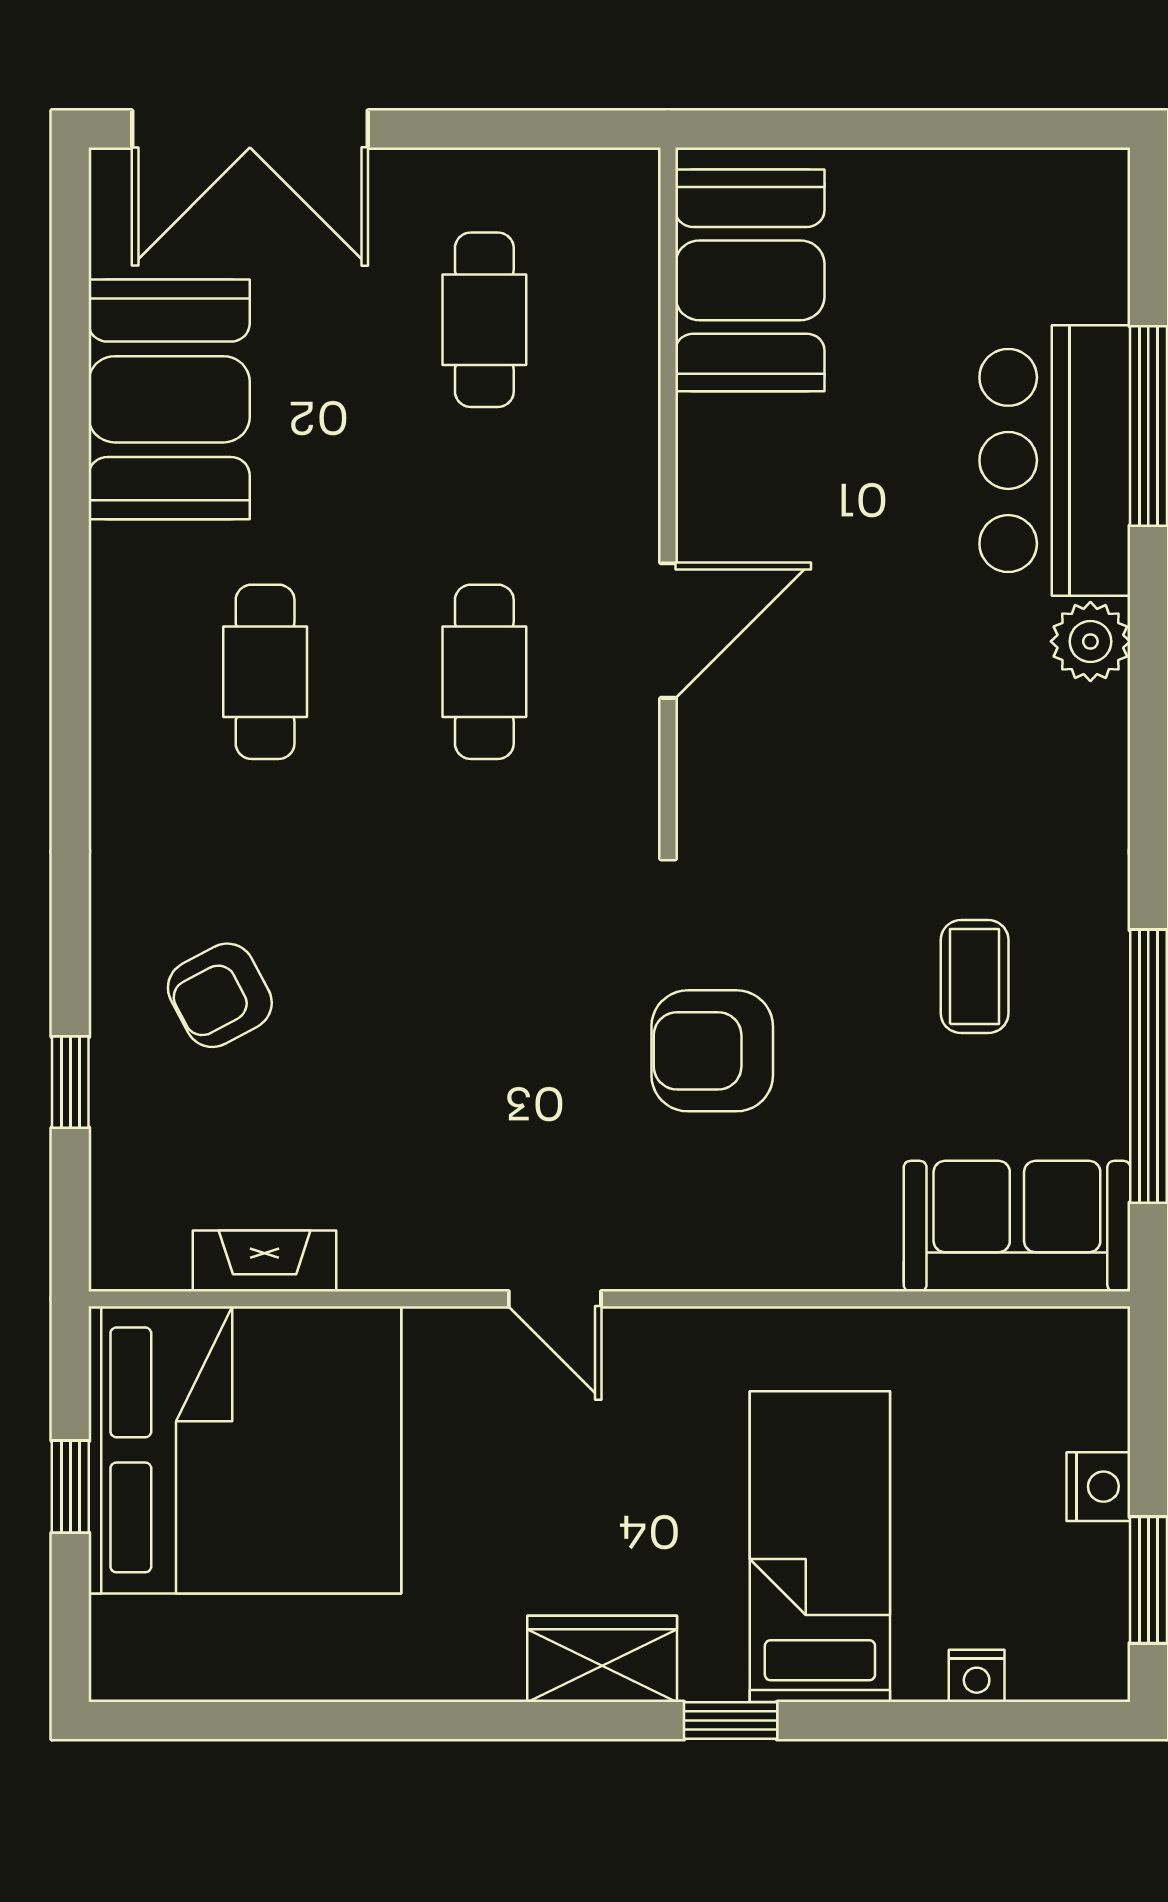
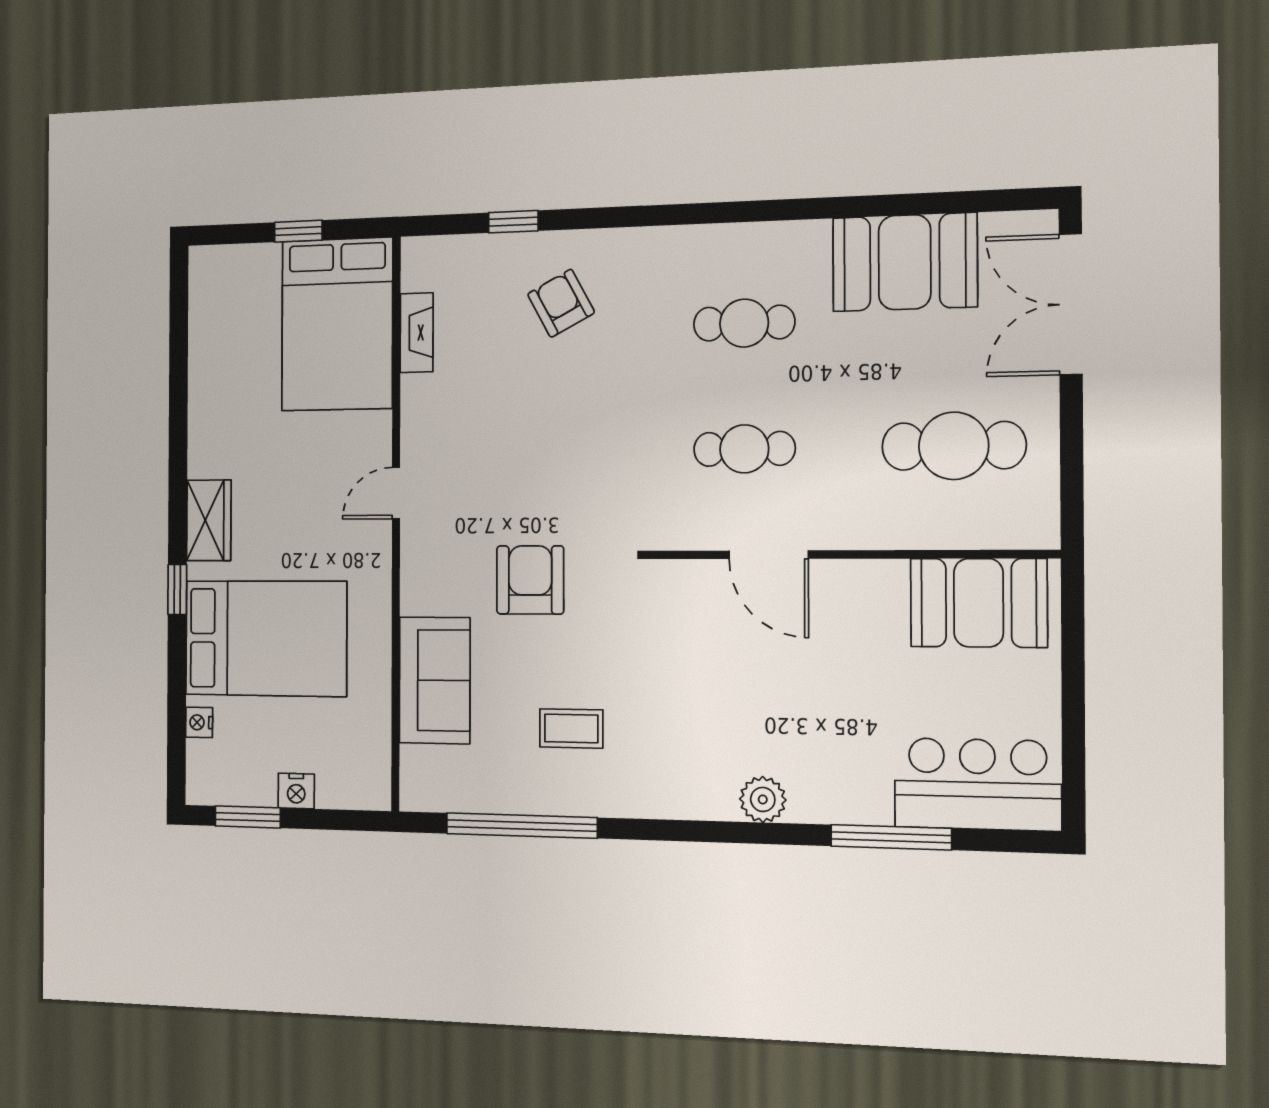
cafe table: (484, 320) -> (954, 446), width x1.37, depth x1.35
bar counter: (1055, 460) -> (977, 784), moved
sofa: (1017, 1226) -> (435, 680), moved
bed: (245, 1450) -> (337, 324), width x0.73
bed: (820, 1547) -> (266, 638), width x1.50

